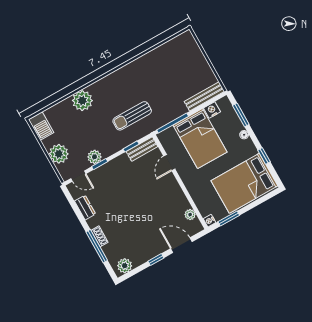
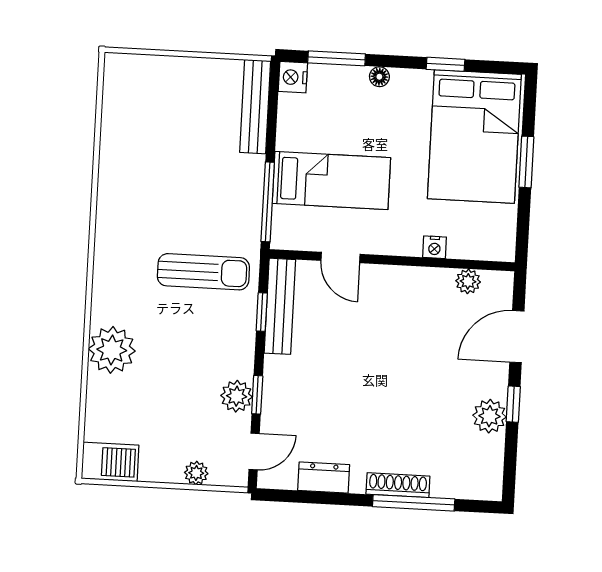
nightstand: (212, 110) -> (293, 77), moved
sun lounger: (132, 116) -> (203, 272), turned -90
bed: (200, 139) -> (331, 181), width x0.67
bench: (142, 149) -> (280, 306), width x1.36
plant: (59, 154) -> (196, 473), width x0.53, depth x0.53
window: (229, 218) -> (526, 162), moved
nightstand: (210, 221) -> (434, 247), moved
shoe rack: (100, 236) -> (398, 485), width x1.43
plant: (125, 266) -> (490, 416), moved

